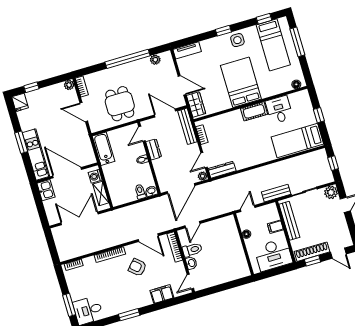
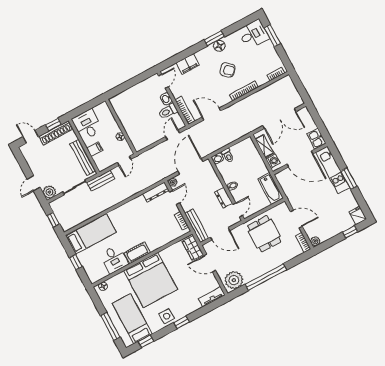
plant: (155, 60) -> (234, 280), width x1.88, depth x1.88
bed: (241, 82) -> (151, 280), width x1.36
desk: (273, 255) -> (87, 125), width x0.73
armchair: (137, 267) -> (227, 70), moved
floor lamp: (125, 306) -> (219, 46), added

